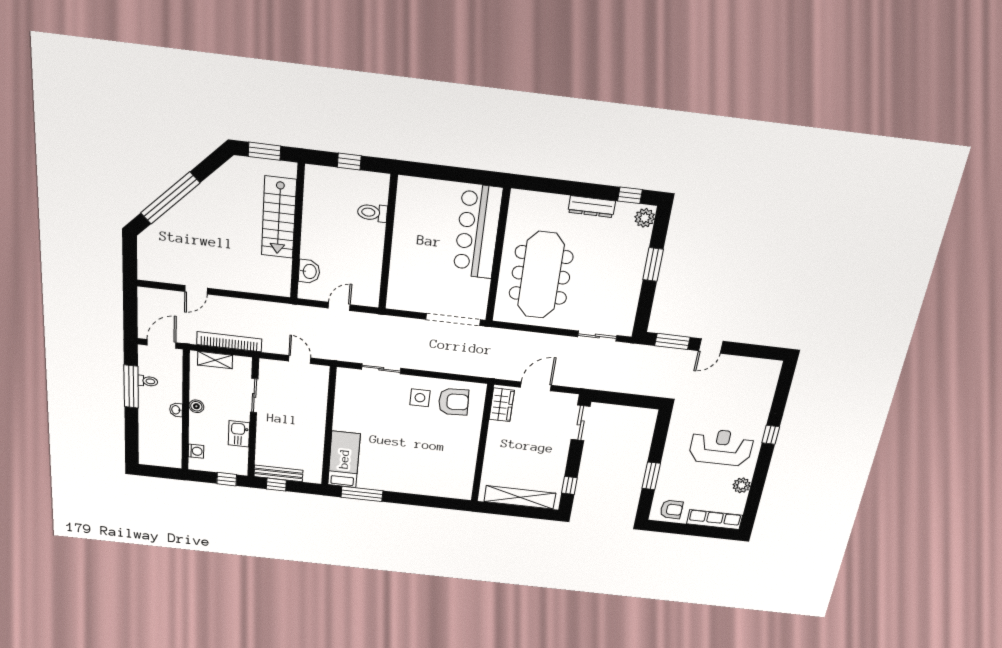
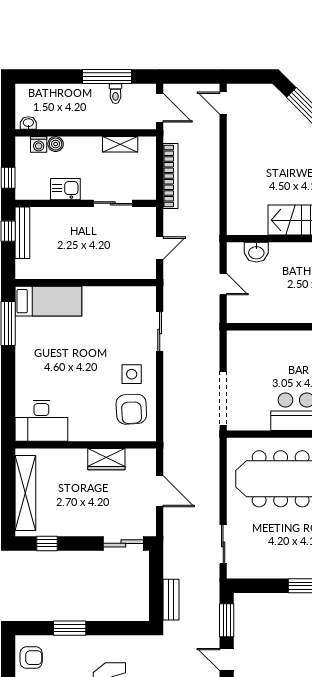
door: (196, 290) -> (223, 103), moved
shelving: (215, 360) -> (120, 144), moved, turned 90
bench: (642, 388) -> (171, 600), added
wardrobe: (502, 405) -> (106, 459), moved
boiler: (196, 406) -> (56, 144), moved
washbasin: (176, 410) -> (28, 123), moved
desk: (455, 477) -> (41, 421), added
armchair: (671, 509) -> (31, 658), turned -90

